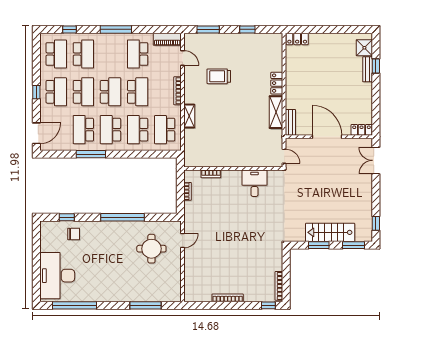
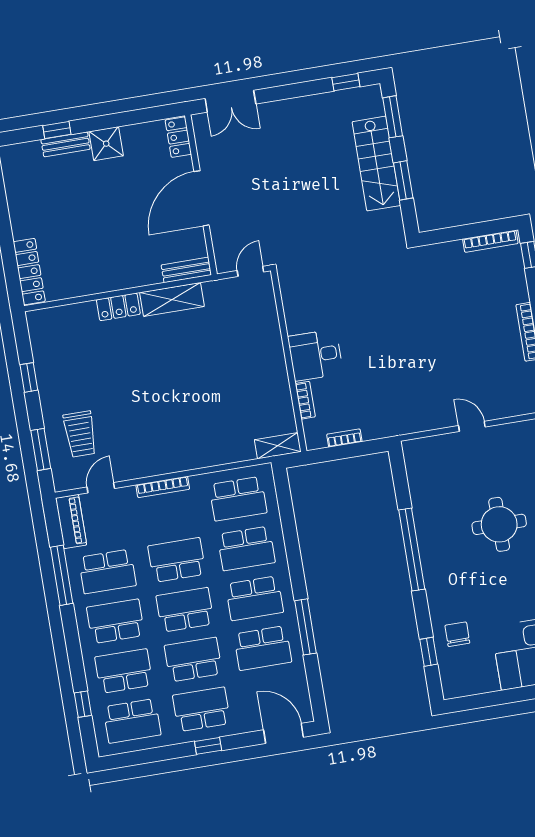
window: (116, 29) -> (62, 575), moved
locker: (297, 39) -> (29, 272), width x1.53
shower: (364, 48) -> (106, 144), moved
school desk: (56, 54) -> (132, 721), turned 180
school desk: (110, 54) -> (116, 621), added
trolley: (219, 76) -> (80, 434), moved
shelving: (189, 116) -> (278, 446), moved
desk: (255, 183) -> (315, 355), moved
door: (183, 241) -> (472, 426), moved
round table: (151, 249) -> (499, 524), moved

